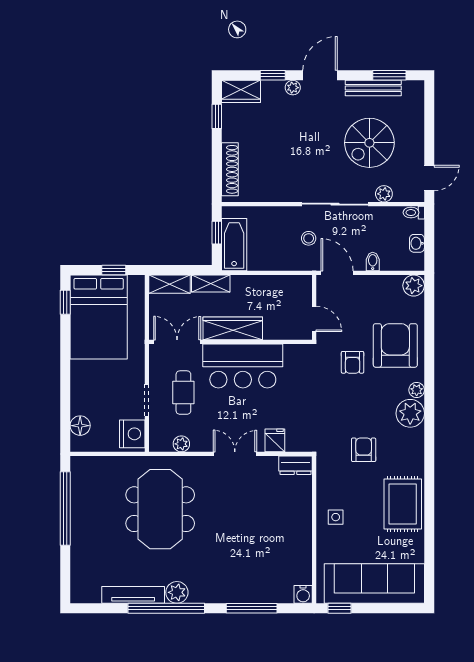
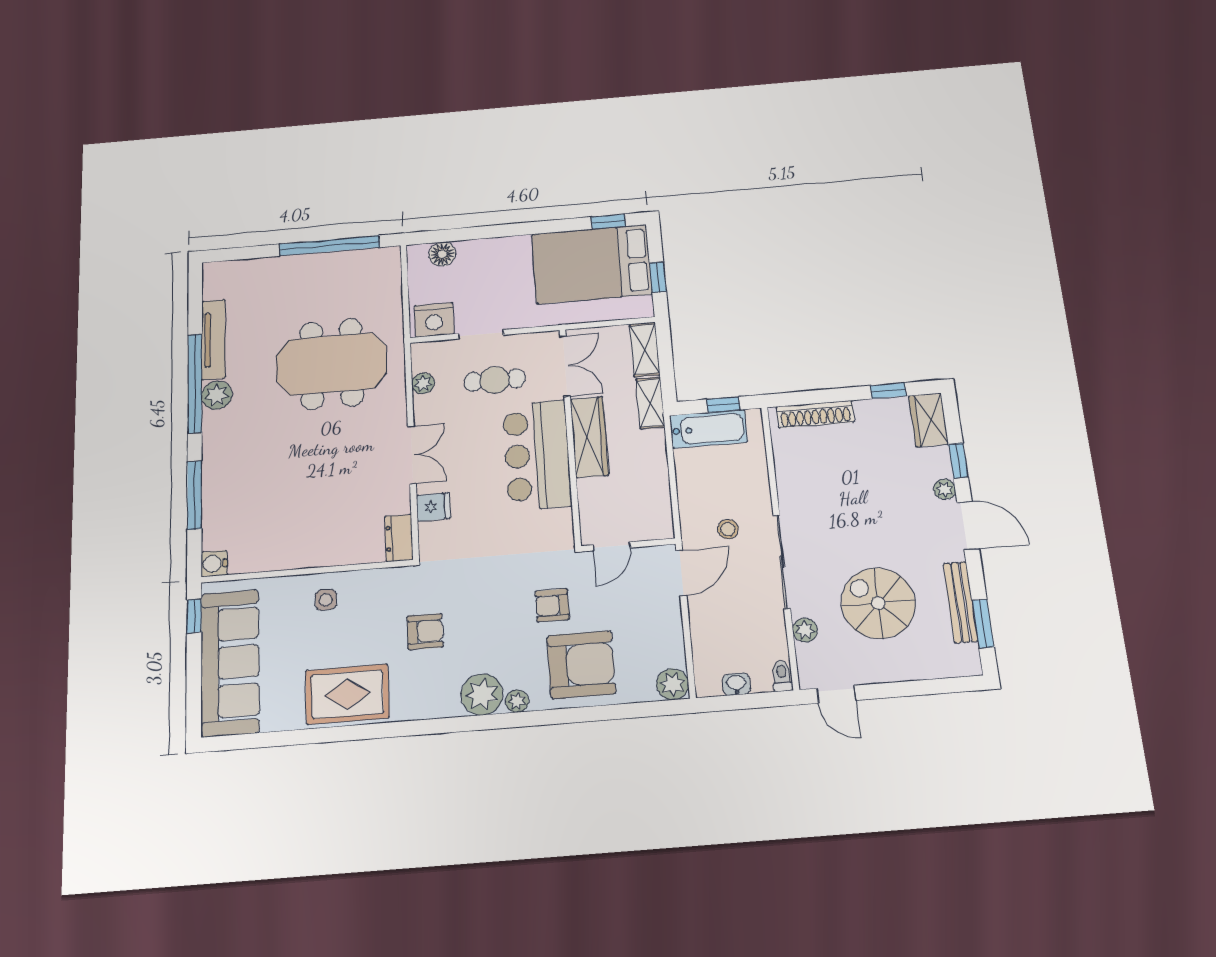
bidet: (373, 262) -> (703, 622), removed

